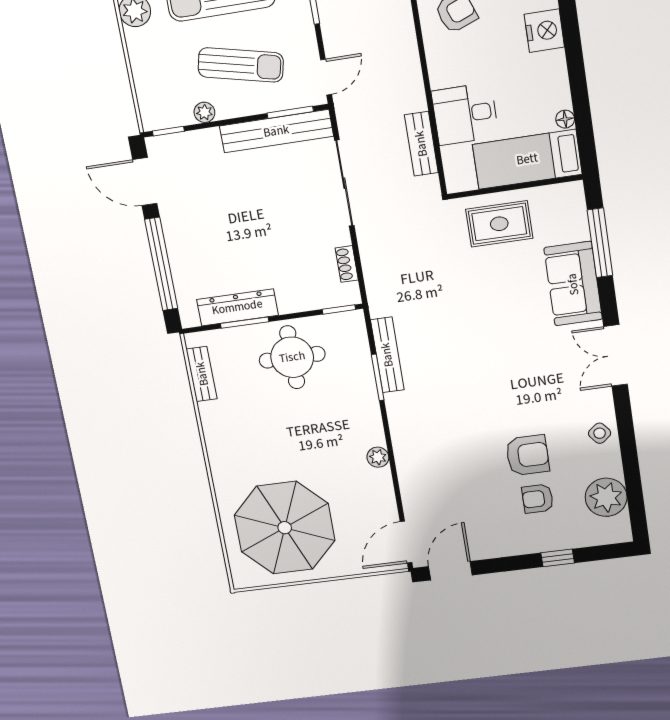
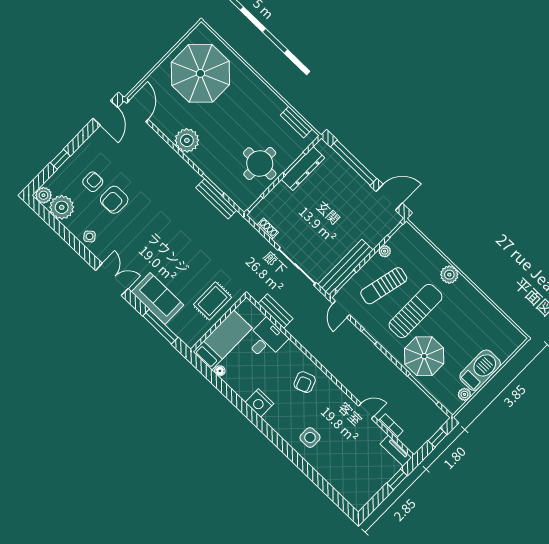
plant: (378, 457) -> (187, 140), width x1.88, depth x1.88
plant: (618, 530) -> (43, 195), added

